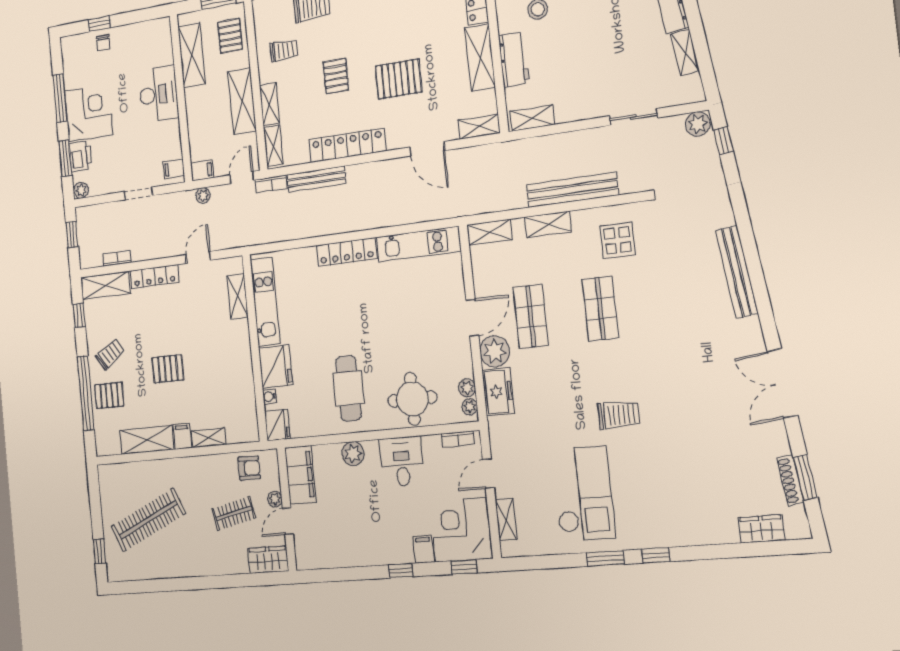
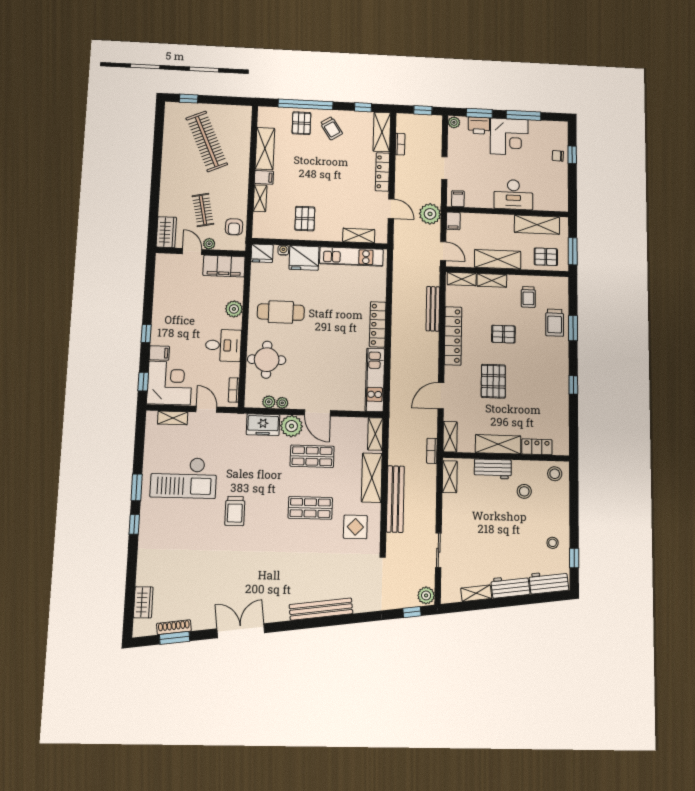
bookcase: (271, 184) -> (432, 451), moved
plant: (203, 196) -> (430, 214), width x1.88, depth x1.88
shelving: (548, 224) -> (372, 478), width x1.50, depth x1.33
pallet: (168, 369) -> (305, 219), moved
plant: (470, 407) -> (282, 403), moved

